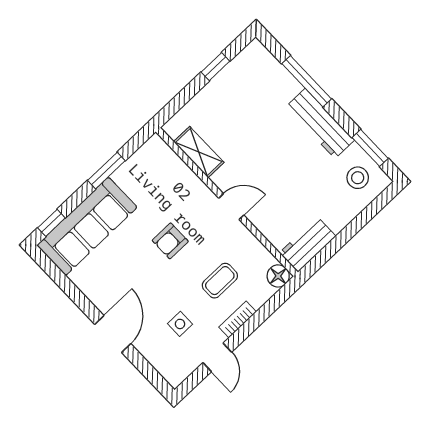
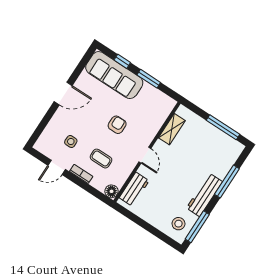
window: (215, 67) -> (223, 127), width x2.17
window: (370, 148) -> (197, 227), width x1.44
window: (51, 223) -> (122, 61), moved
armchair: (170, 241) -> (117, 125), turned 90
workbench: (308, 244) -> (134, 189), moved, turned 90
door: (113, 334) -> (63, 94), moved

